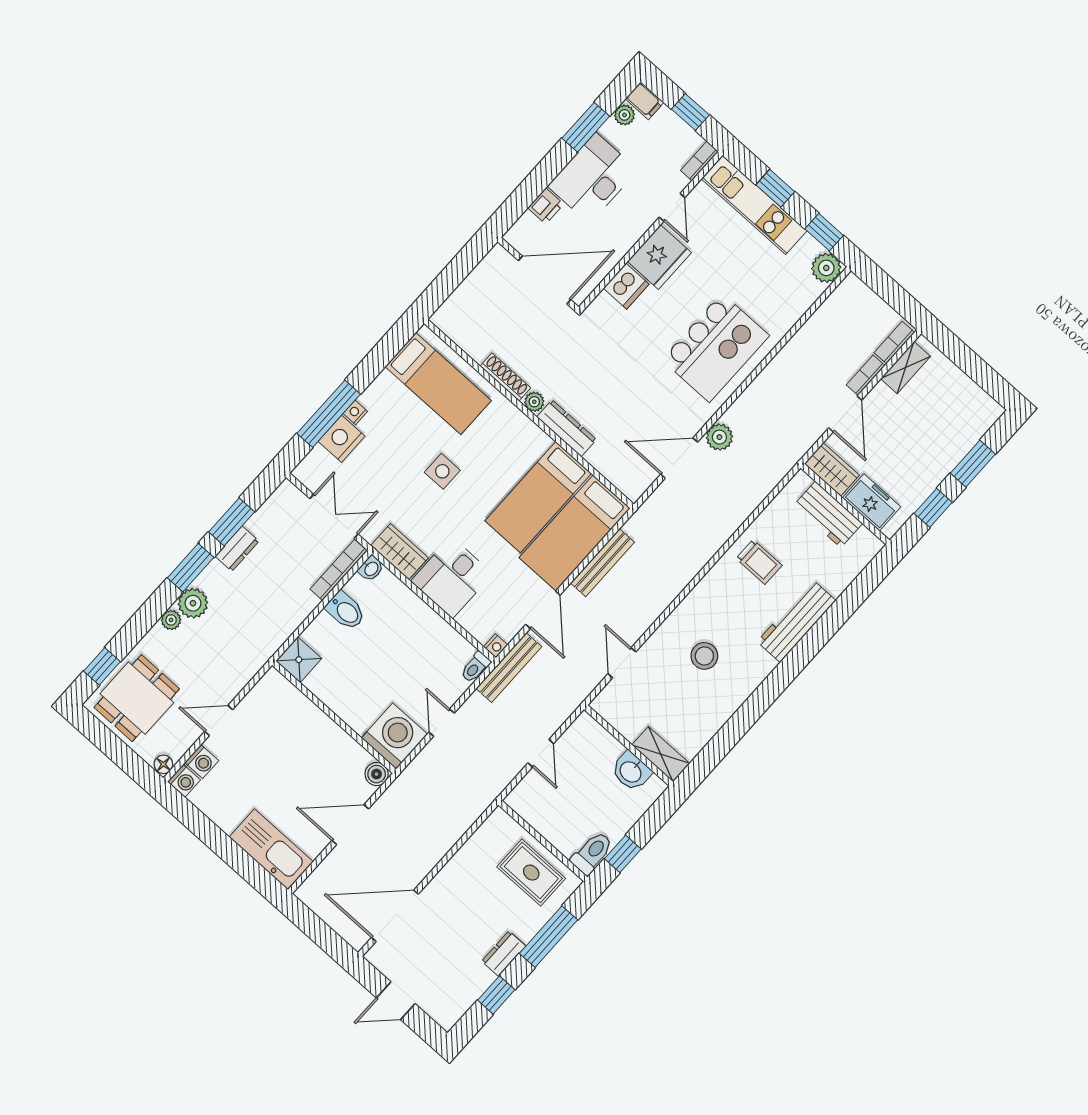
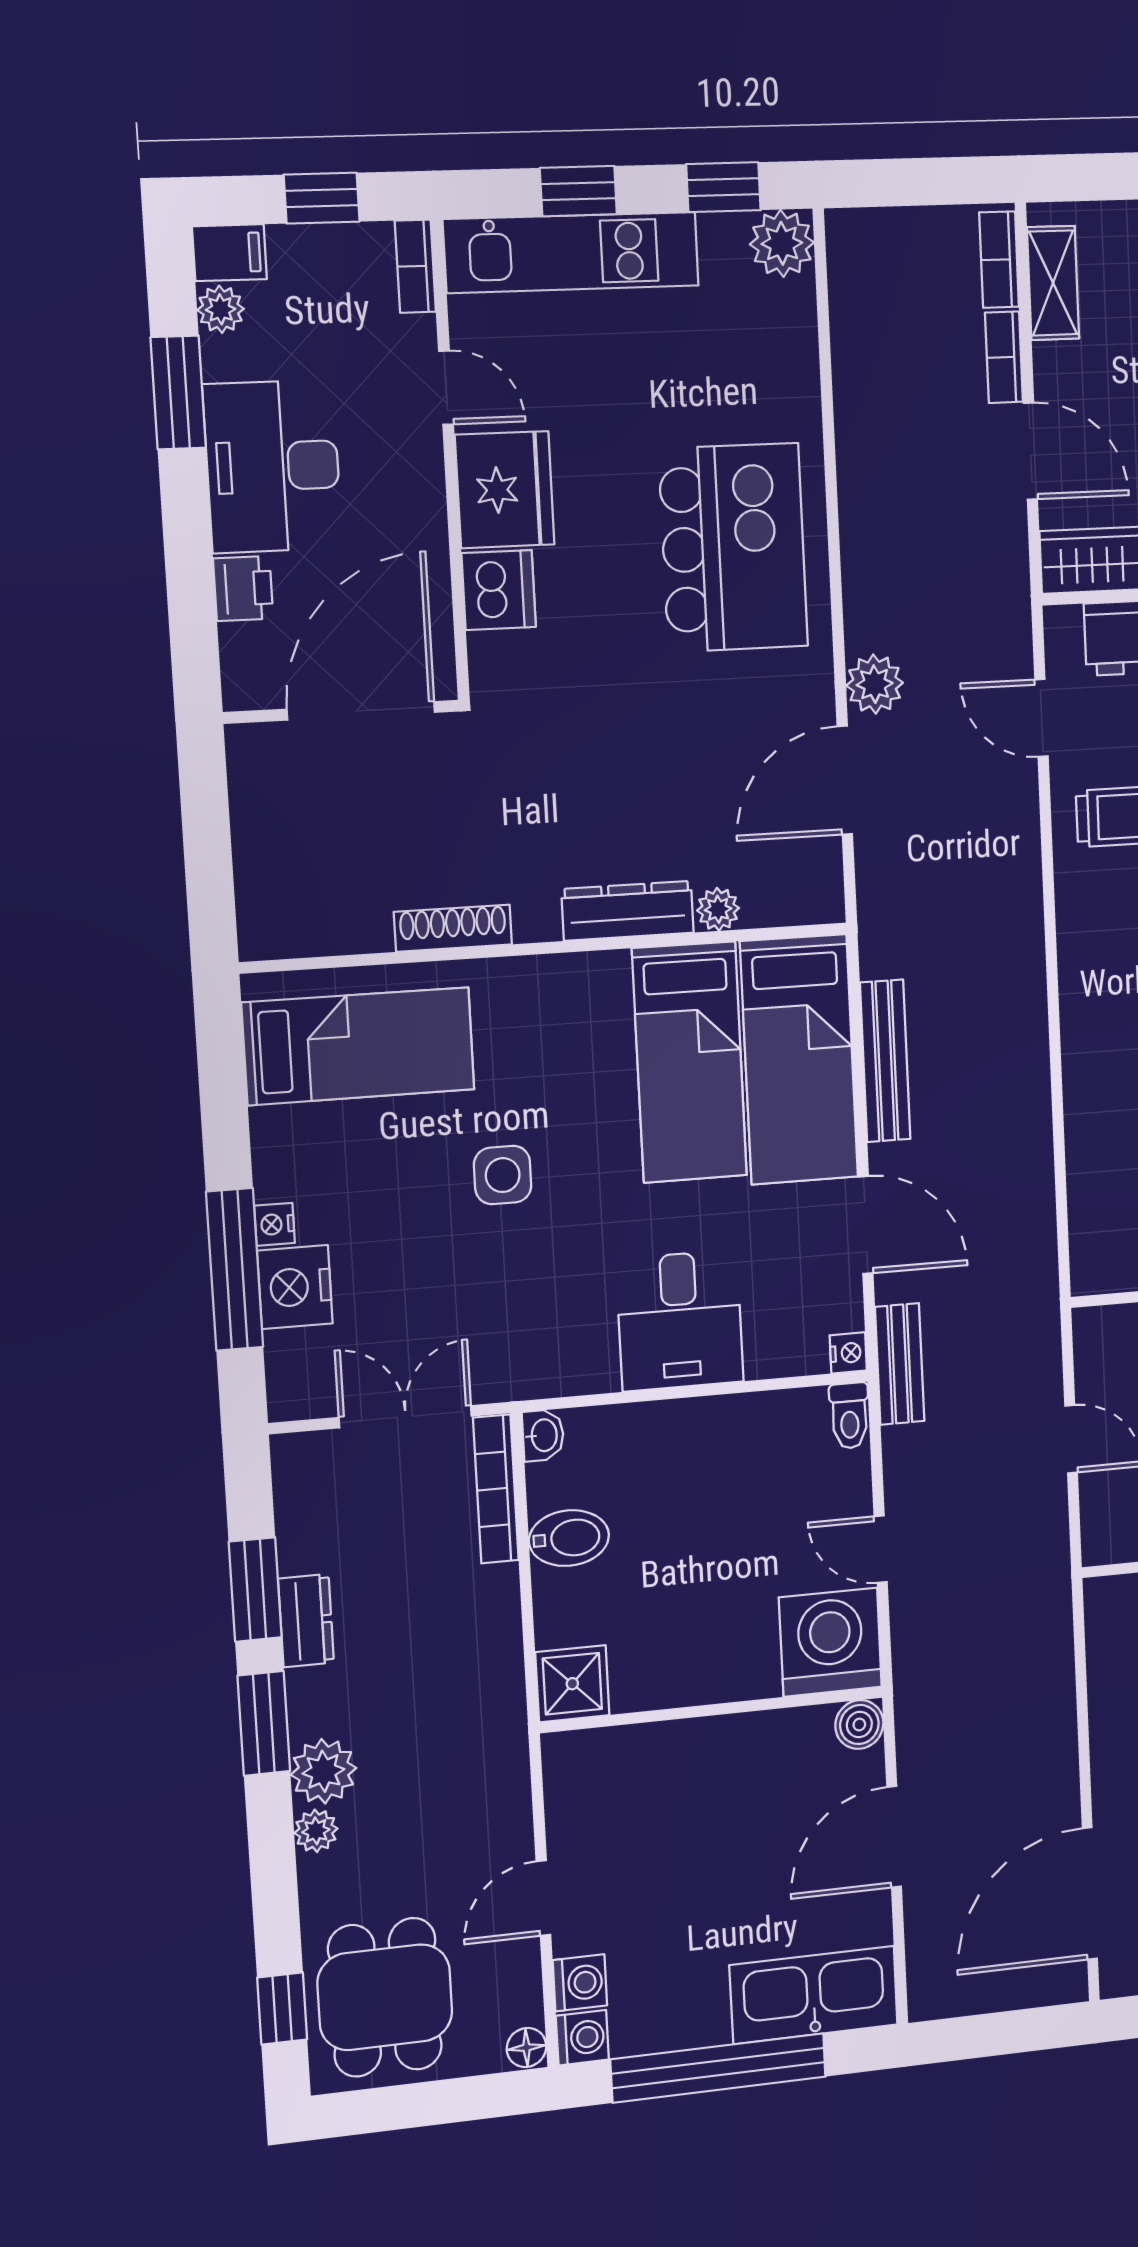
plant: (534, 402) -> (718, 909), moved
wardrobe: (400, 552) -> (561, 1365), removed
door: (622, 663) -> (1041, 718), moved
bench: (509, 668) -> (900, 1364), width x0.73
window: (216, 840) -> (718, 2068), added

